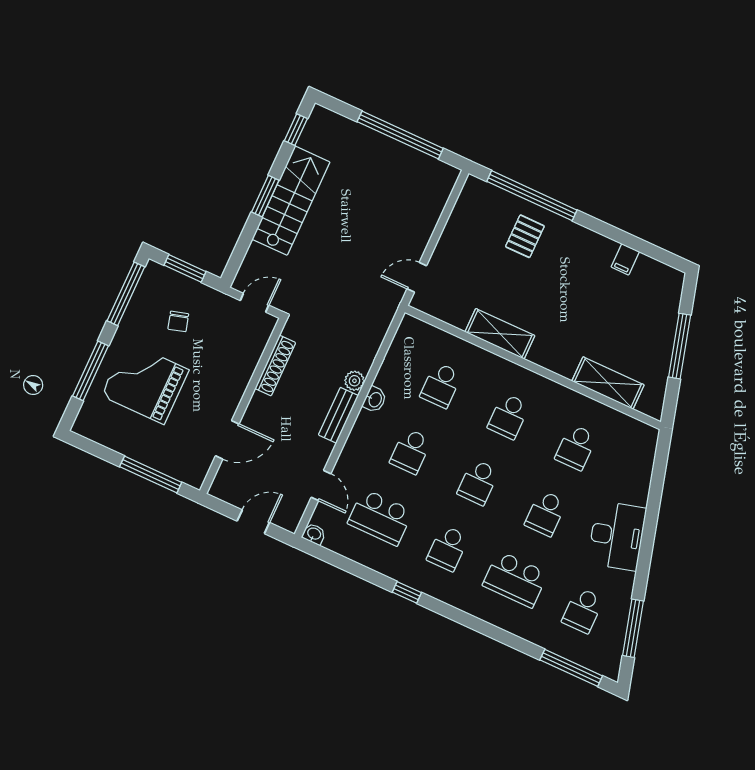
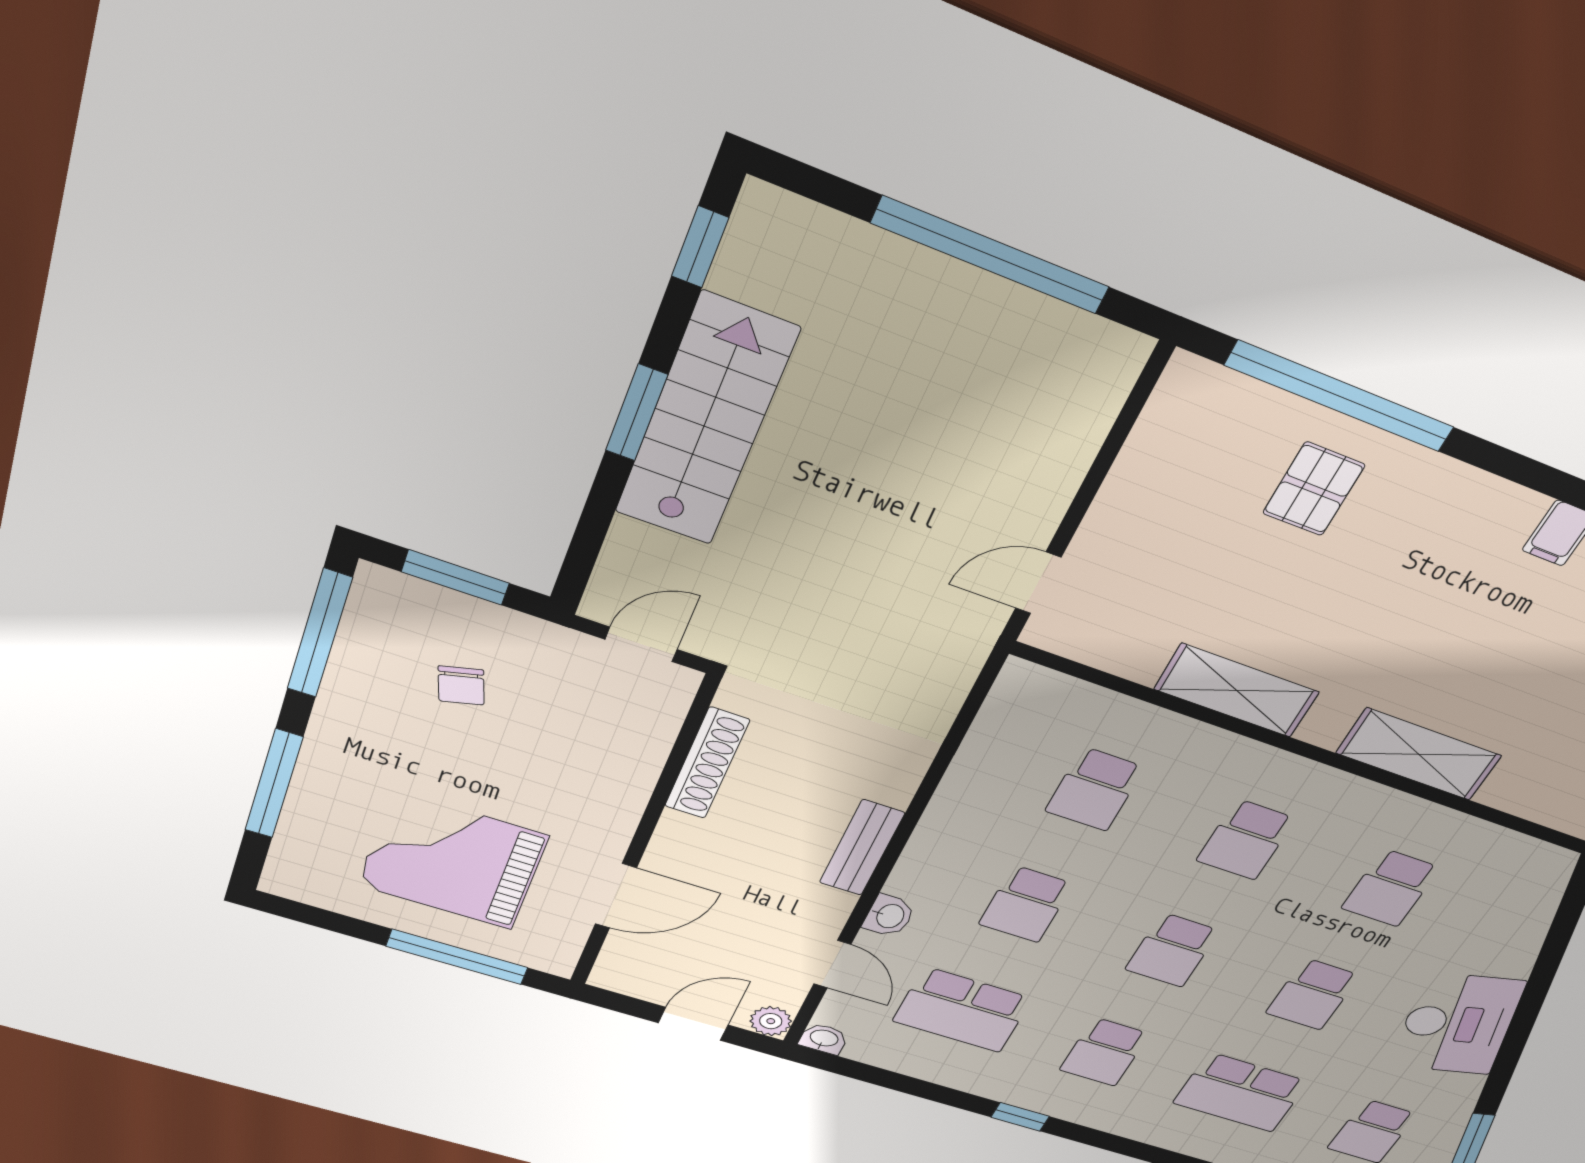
plant: (354, 381) -> (771, 1021), moved
grand piano: (145, 383) -> (453, 860), moved
shelving: (608, 383) -> (1419, 754), moved
washbasin: (375, 400) -> (889, 916), moved

